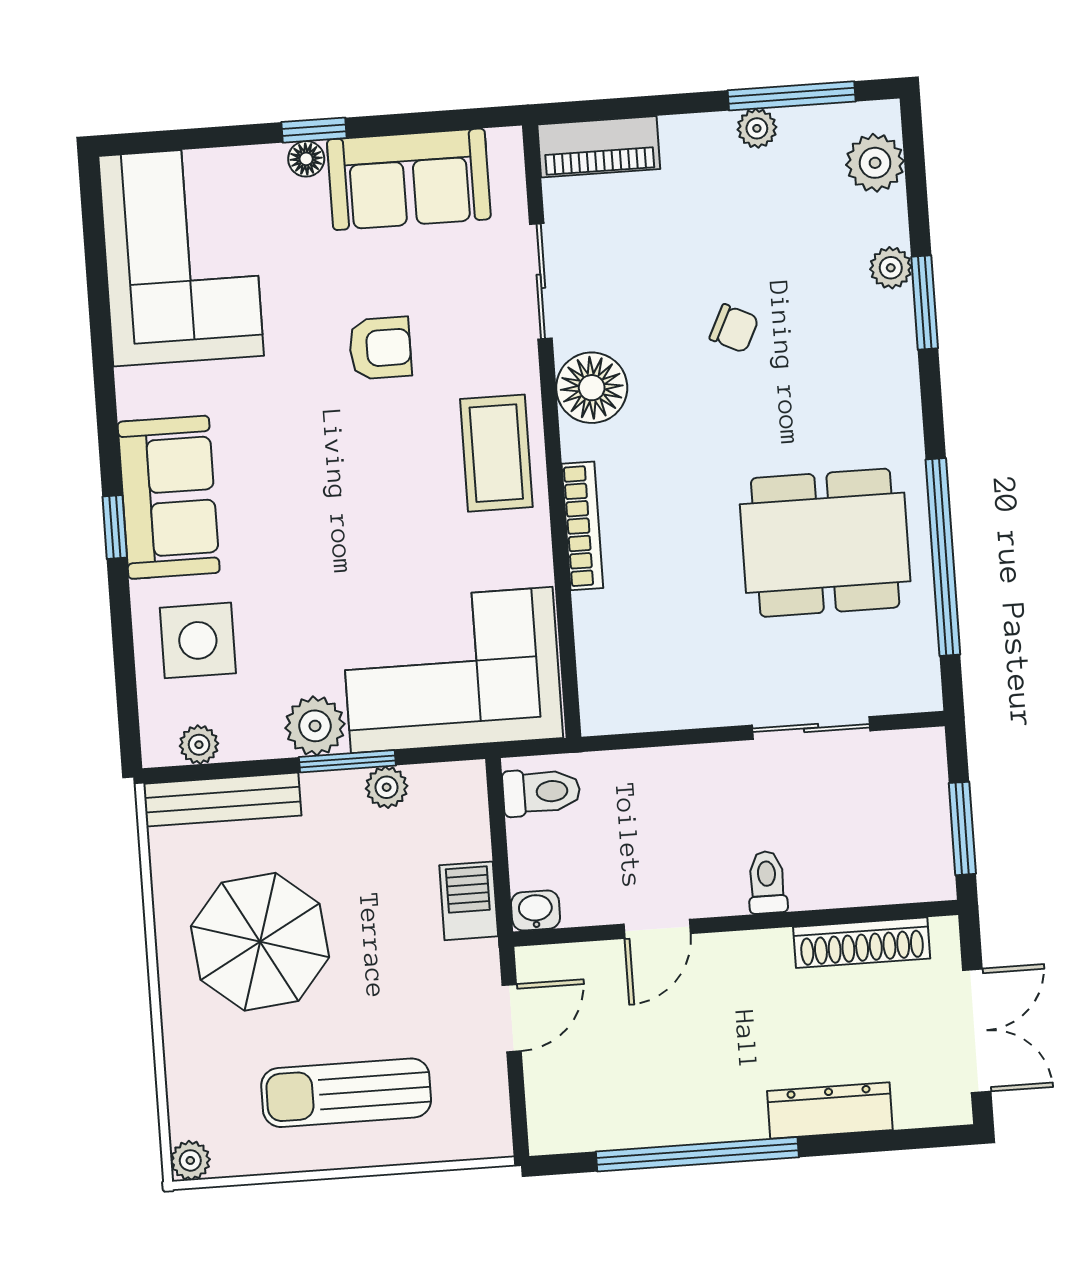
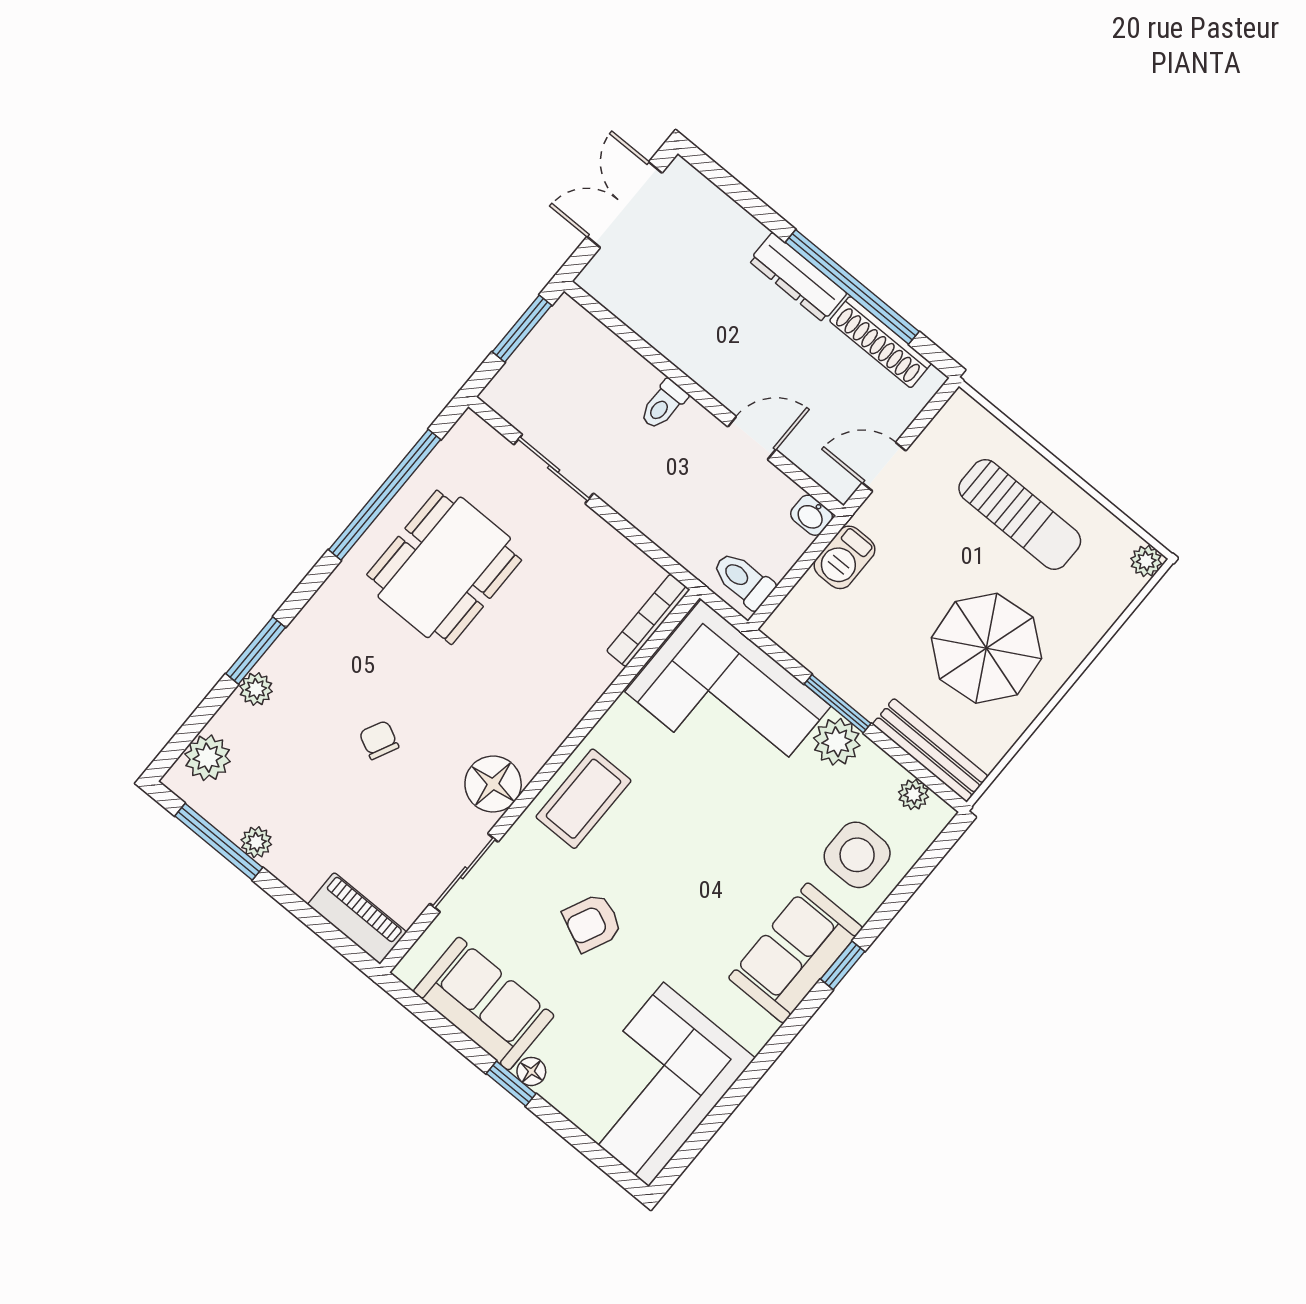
armchair: (380, 348) -> (592, 923), turned -65
bookcase: (582, 526) -> (648, 620), moved
dining table: (825, 543) -> (444, 567), turned 90
plant: (387, 787) -> (829, 667), removed
shoe rack: (862, 943) -> (880, 342), moved, turned 180
dresser: (830, 1110) -> (798, 277), moved

